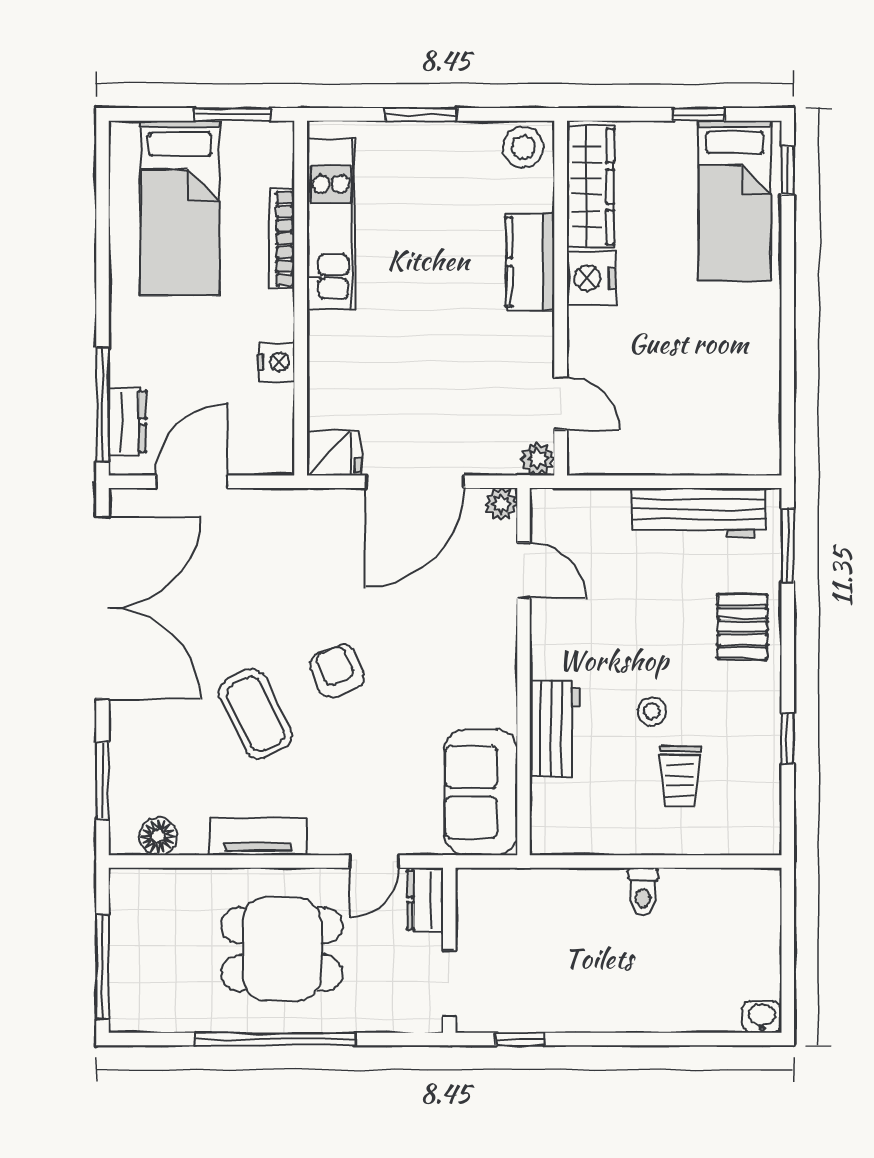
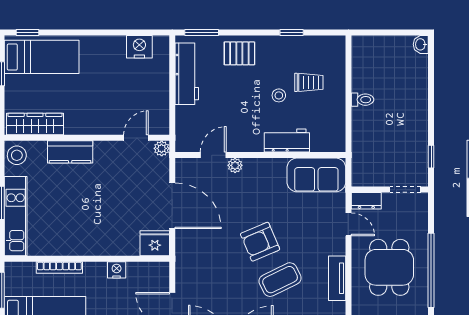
kitchen unit: (331, 223) -> (16, 216), moved, turned 90
nightstand: (591, 278) -> (139, 47), moved, turned 180
fridge: (334, 453) -> (155, 243), width x1.38
plant: (501, 504) -> (235, 165), moved
armchair: (337, 671) -> (260, 242), width x1.38, depth x1.38

